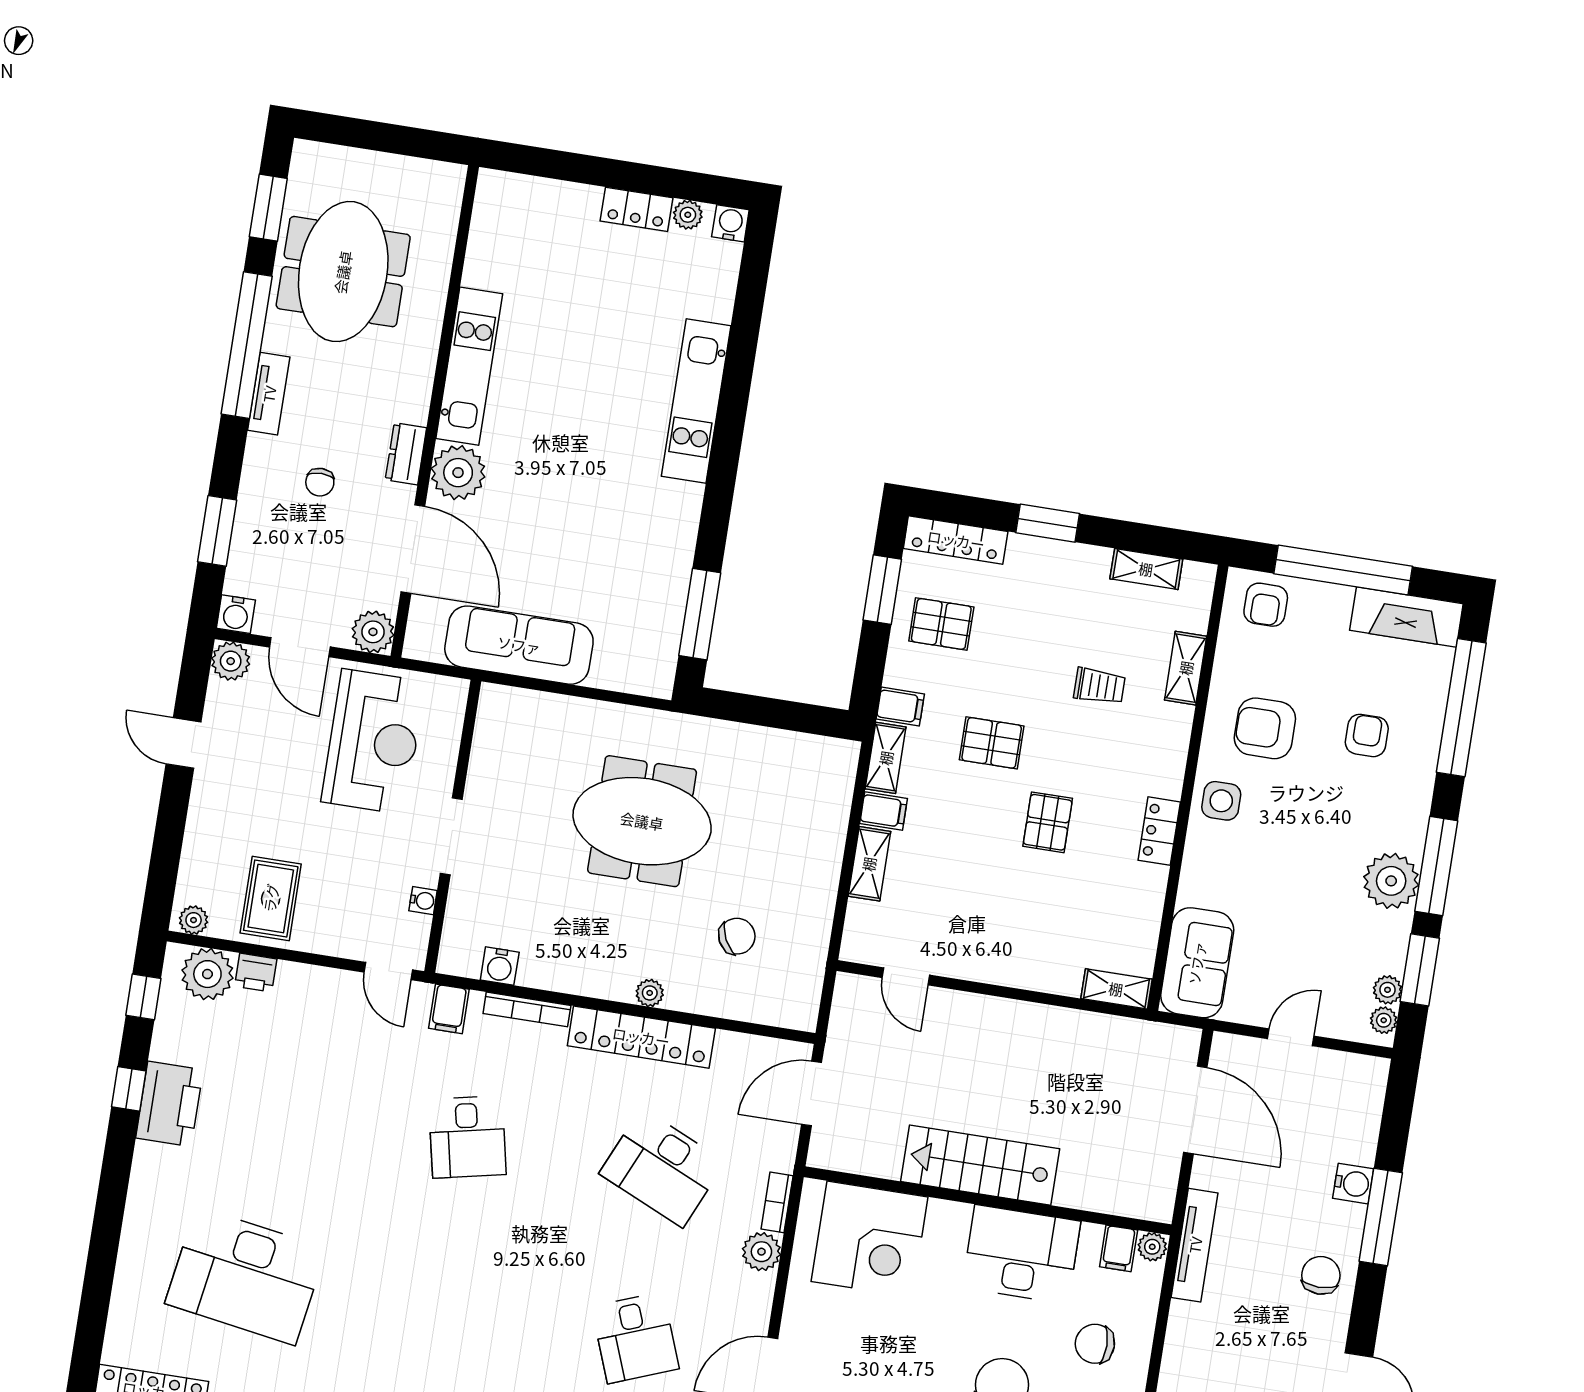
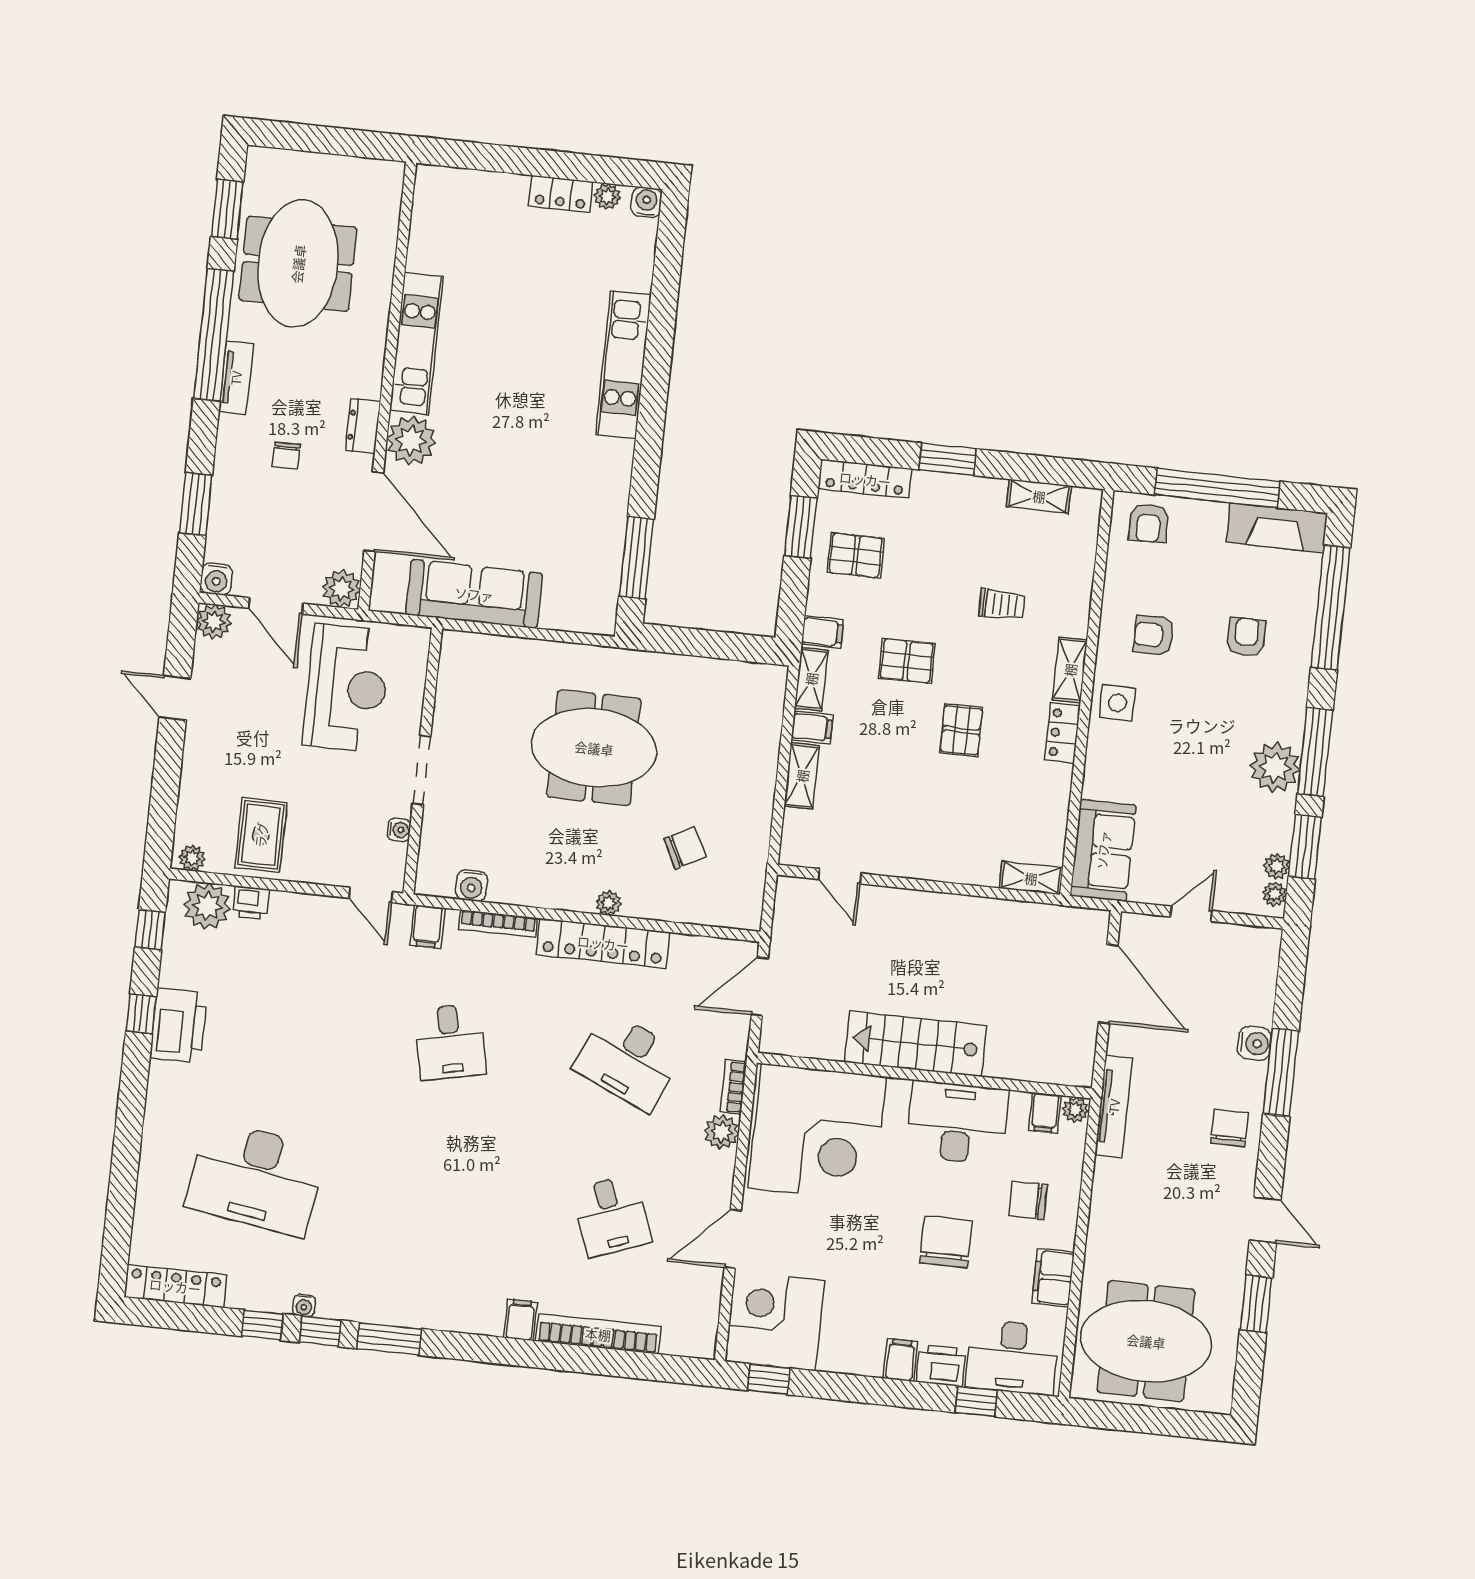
shelving: (1186, 668) -> (1070, 670), moved
armchair: (1265, 728) -> (1154, 635), width x0.72, depth x0.72
corner desk: (870, 1239) -> (817, 1132), width x1.36, depth x1.36

